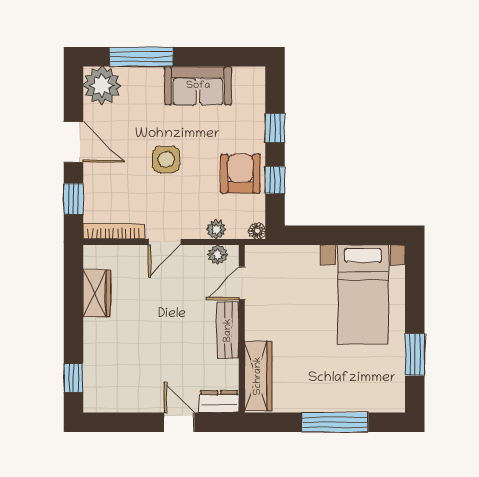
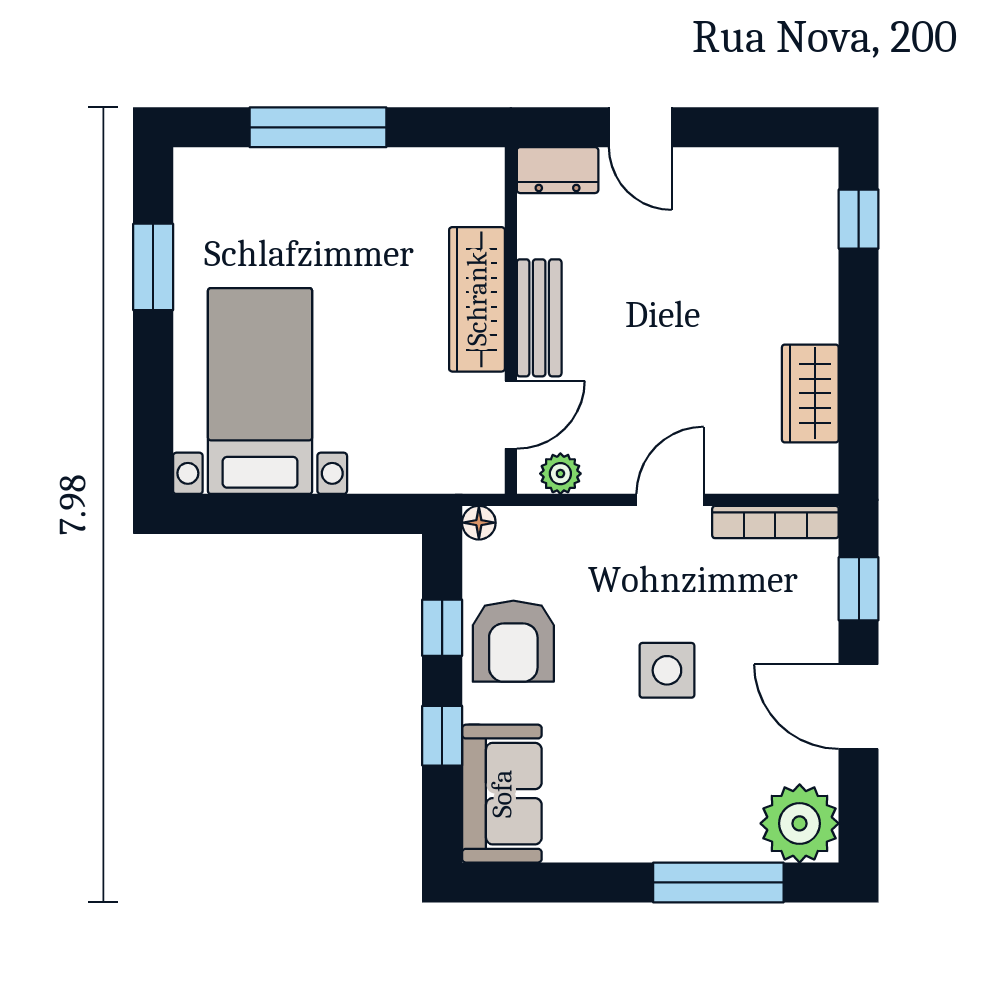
sofa: (198, 86) -> (502, 794), moved, turned 90
plant: (216, 230) -> (563, 526), removed
wardrobe: (258, 376) -> (477, 299), moved

